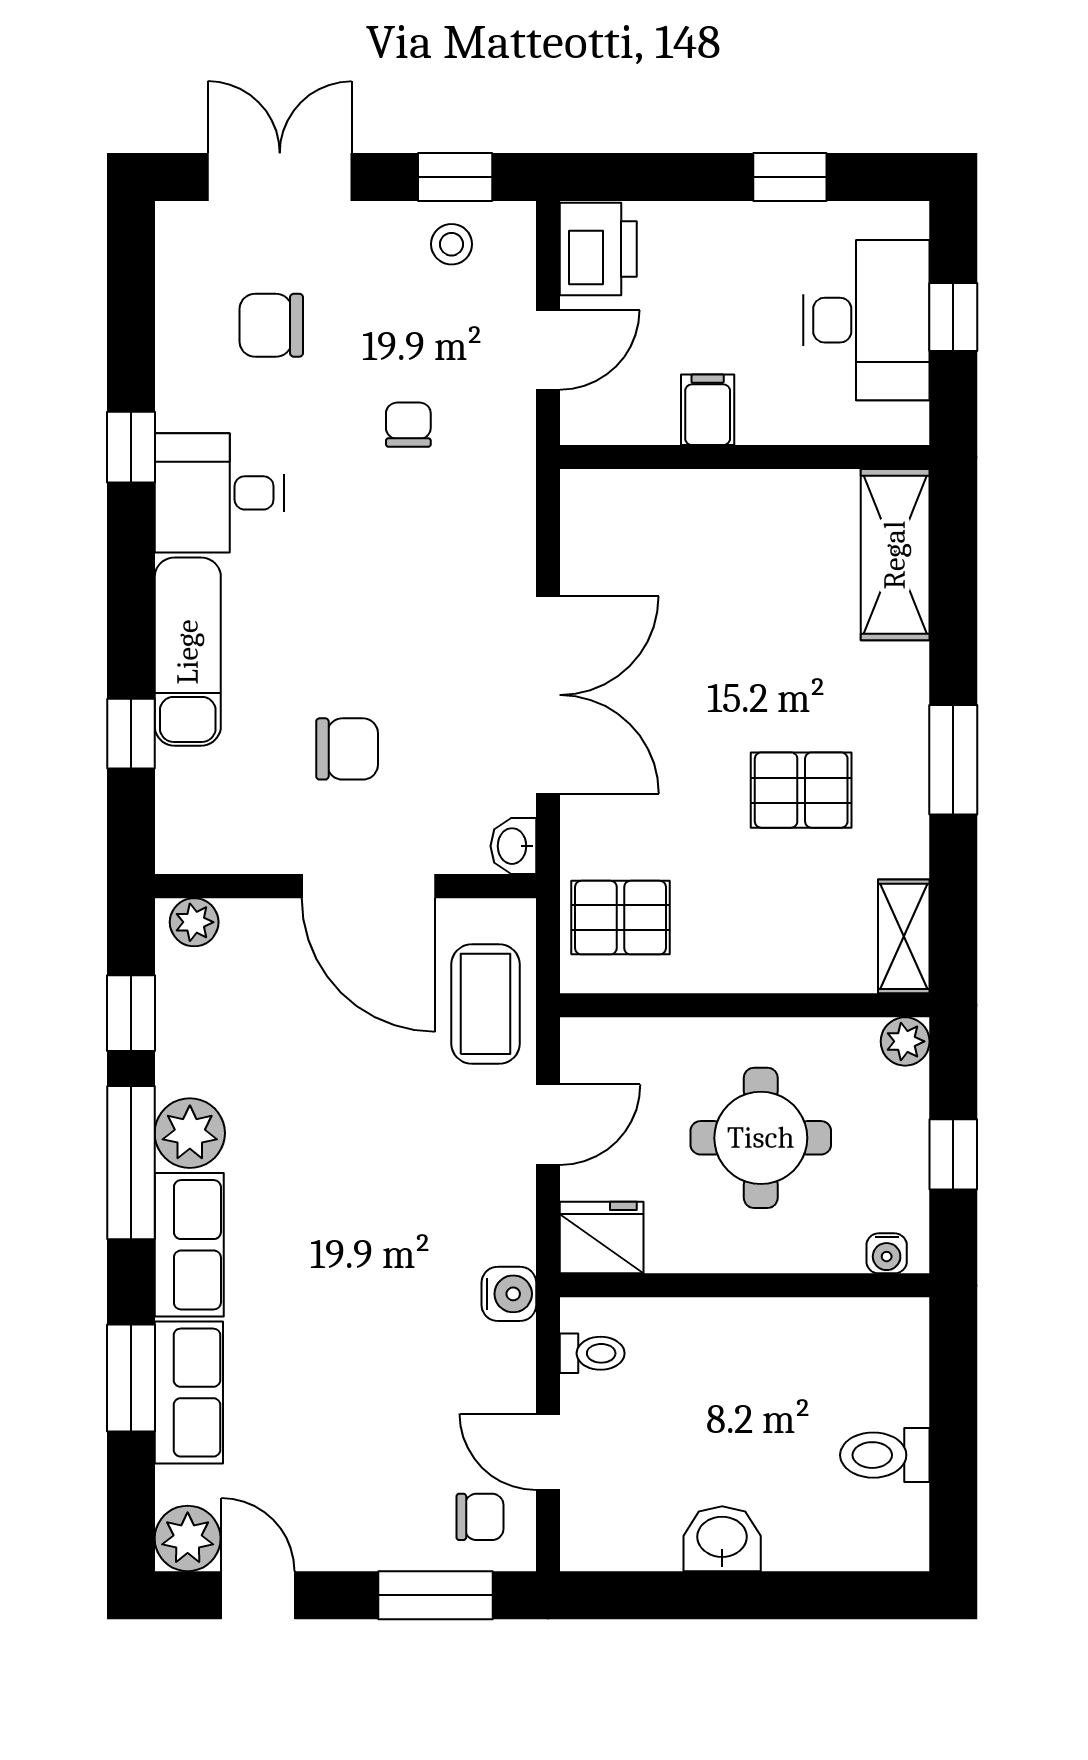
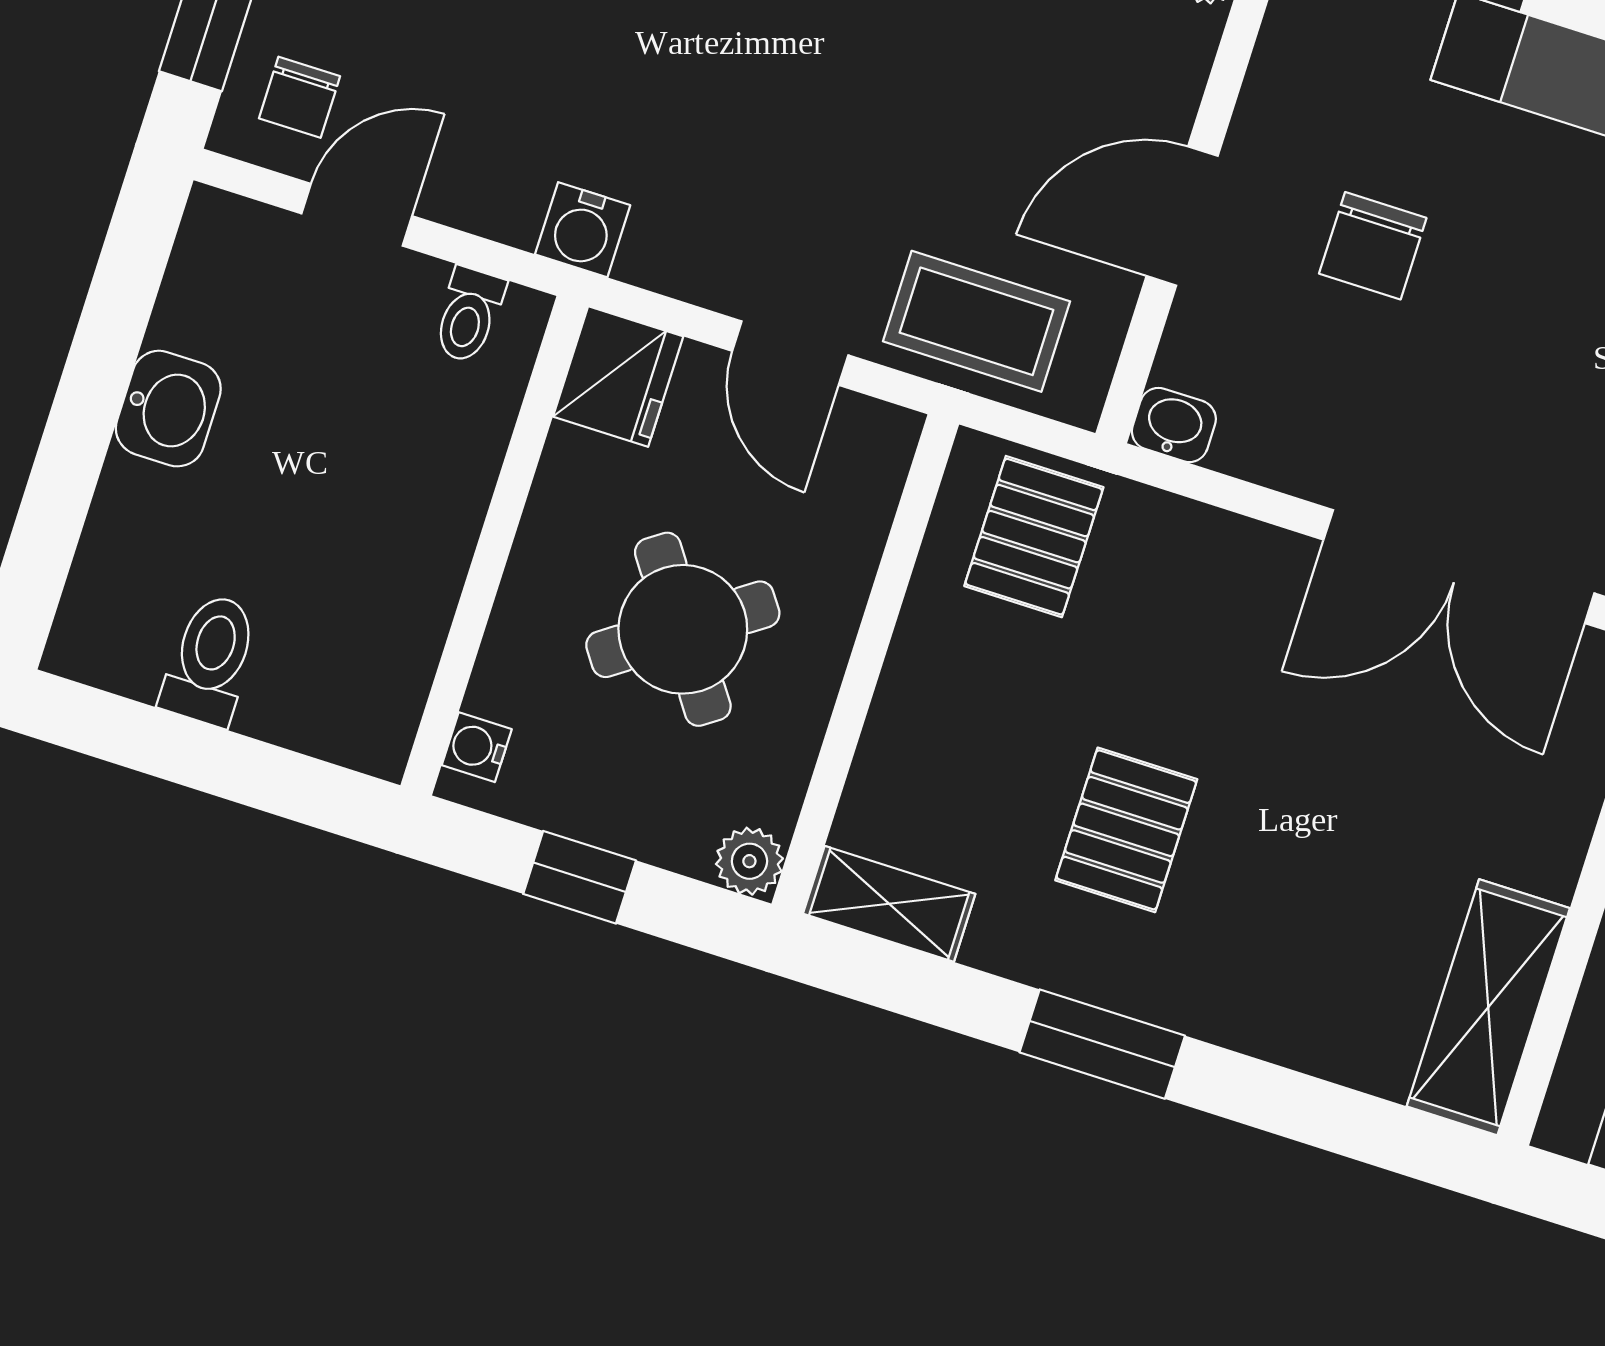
shelving: (895, 555) -> (1488, 1007), moved, turned 90
double door: (548, 695) -> (1459, 567), moved
door: (368, 886) -> (1182, 216), width x0.73
round table: (761, 1138) -> (683, 629), turned -35

